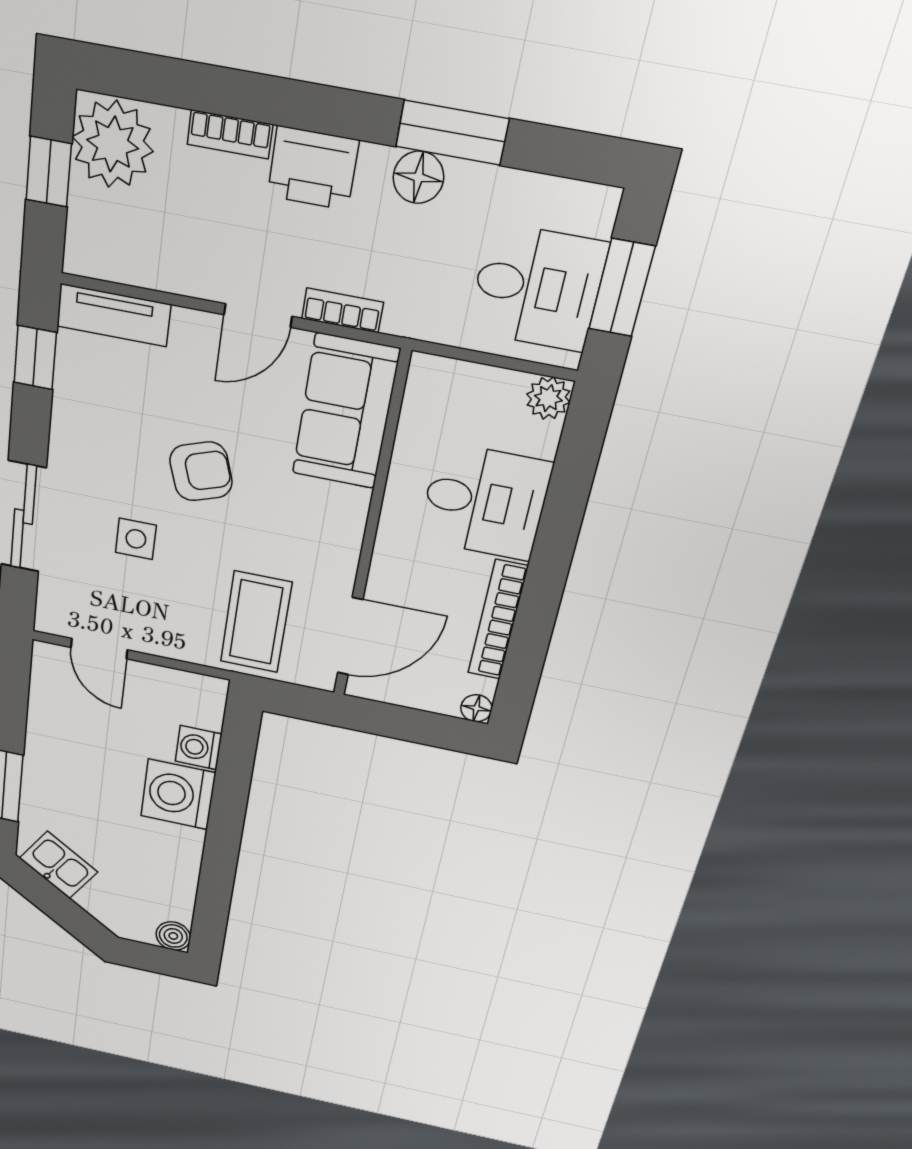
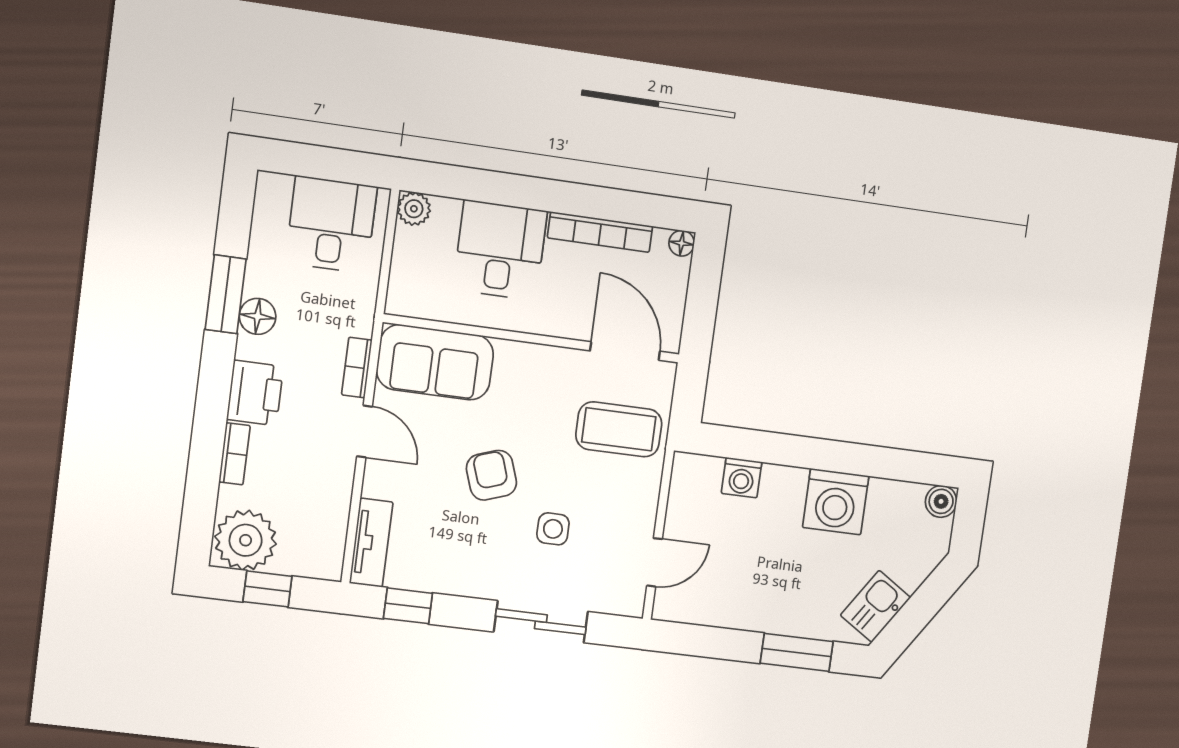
window: (622, 288) -> (328, 164), removed
washing machine: (178, 794) -> (836, 502), moved

